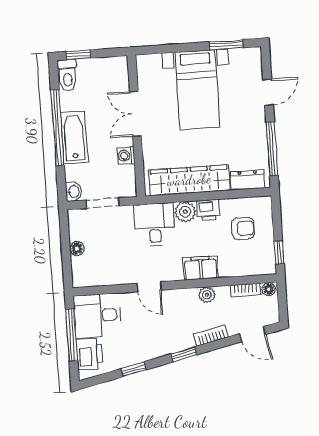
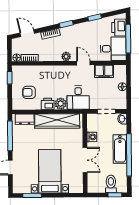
toilet: (67, 75) -> (111, 184), moved
filing cabinet: (201, 268) -> (104, 71), moved
plant: (207, 295) -> (66, 56), moved

